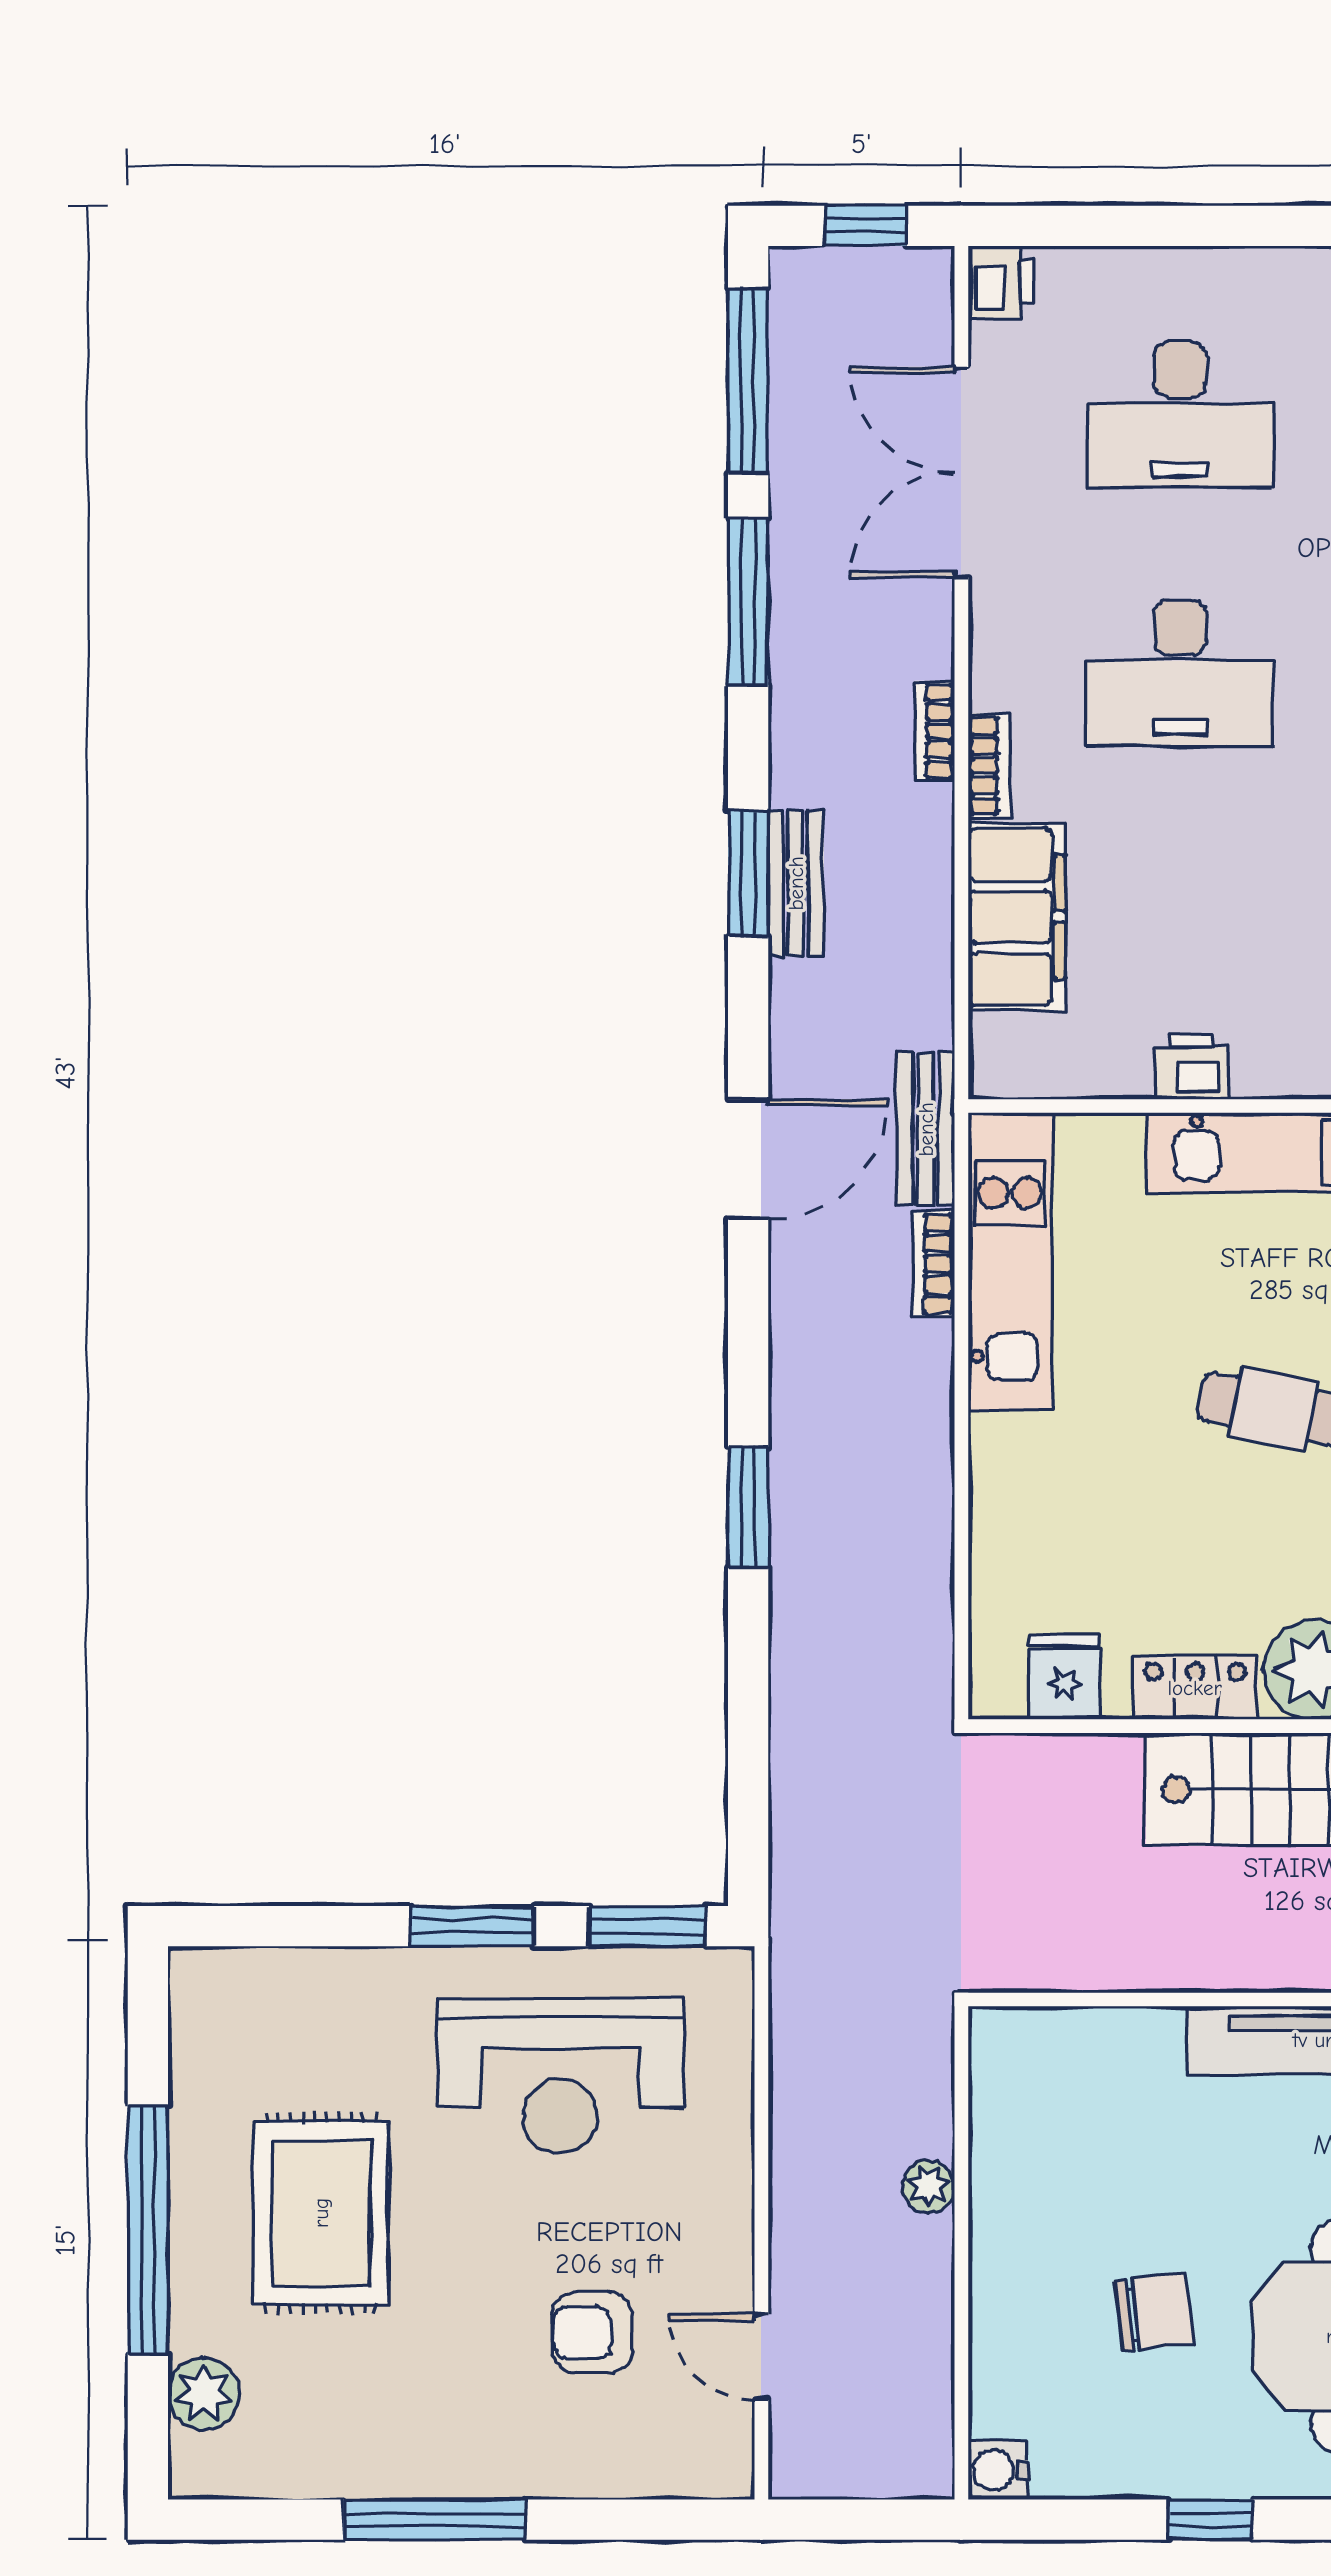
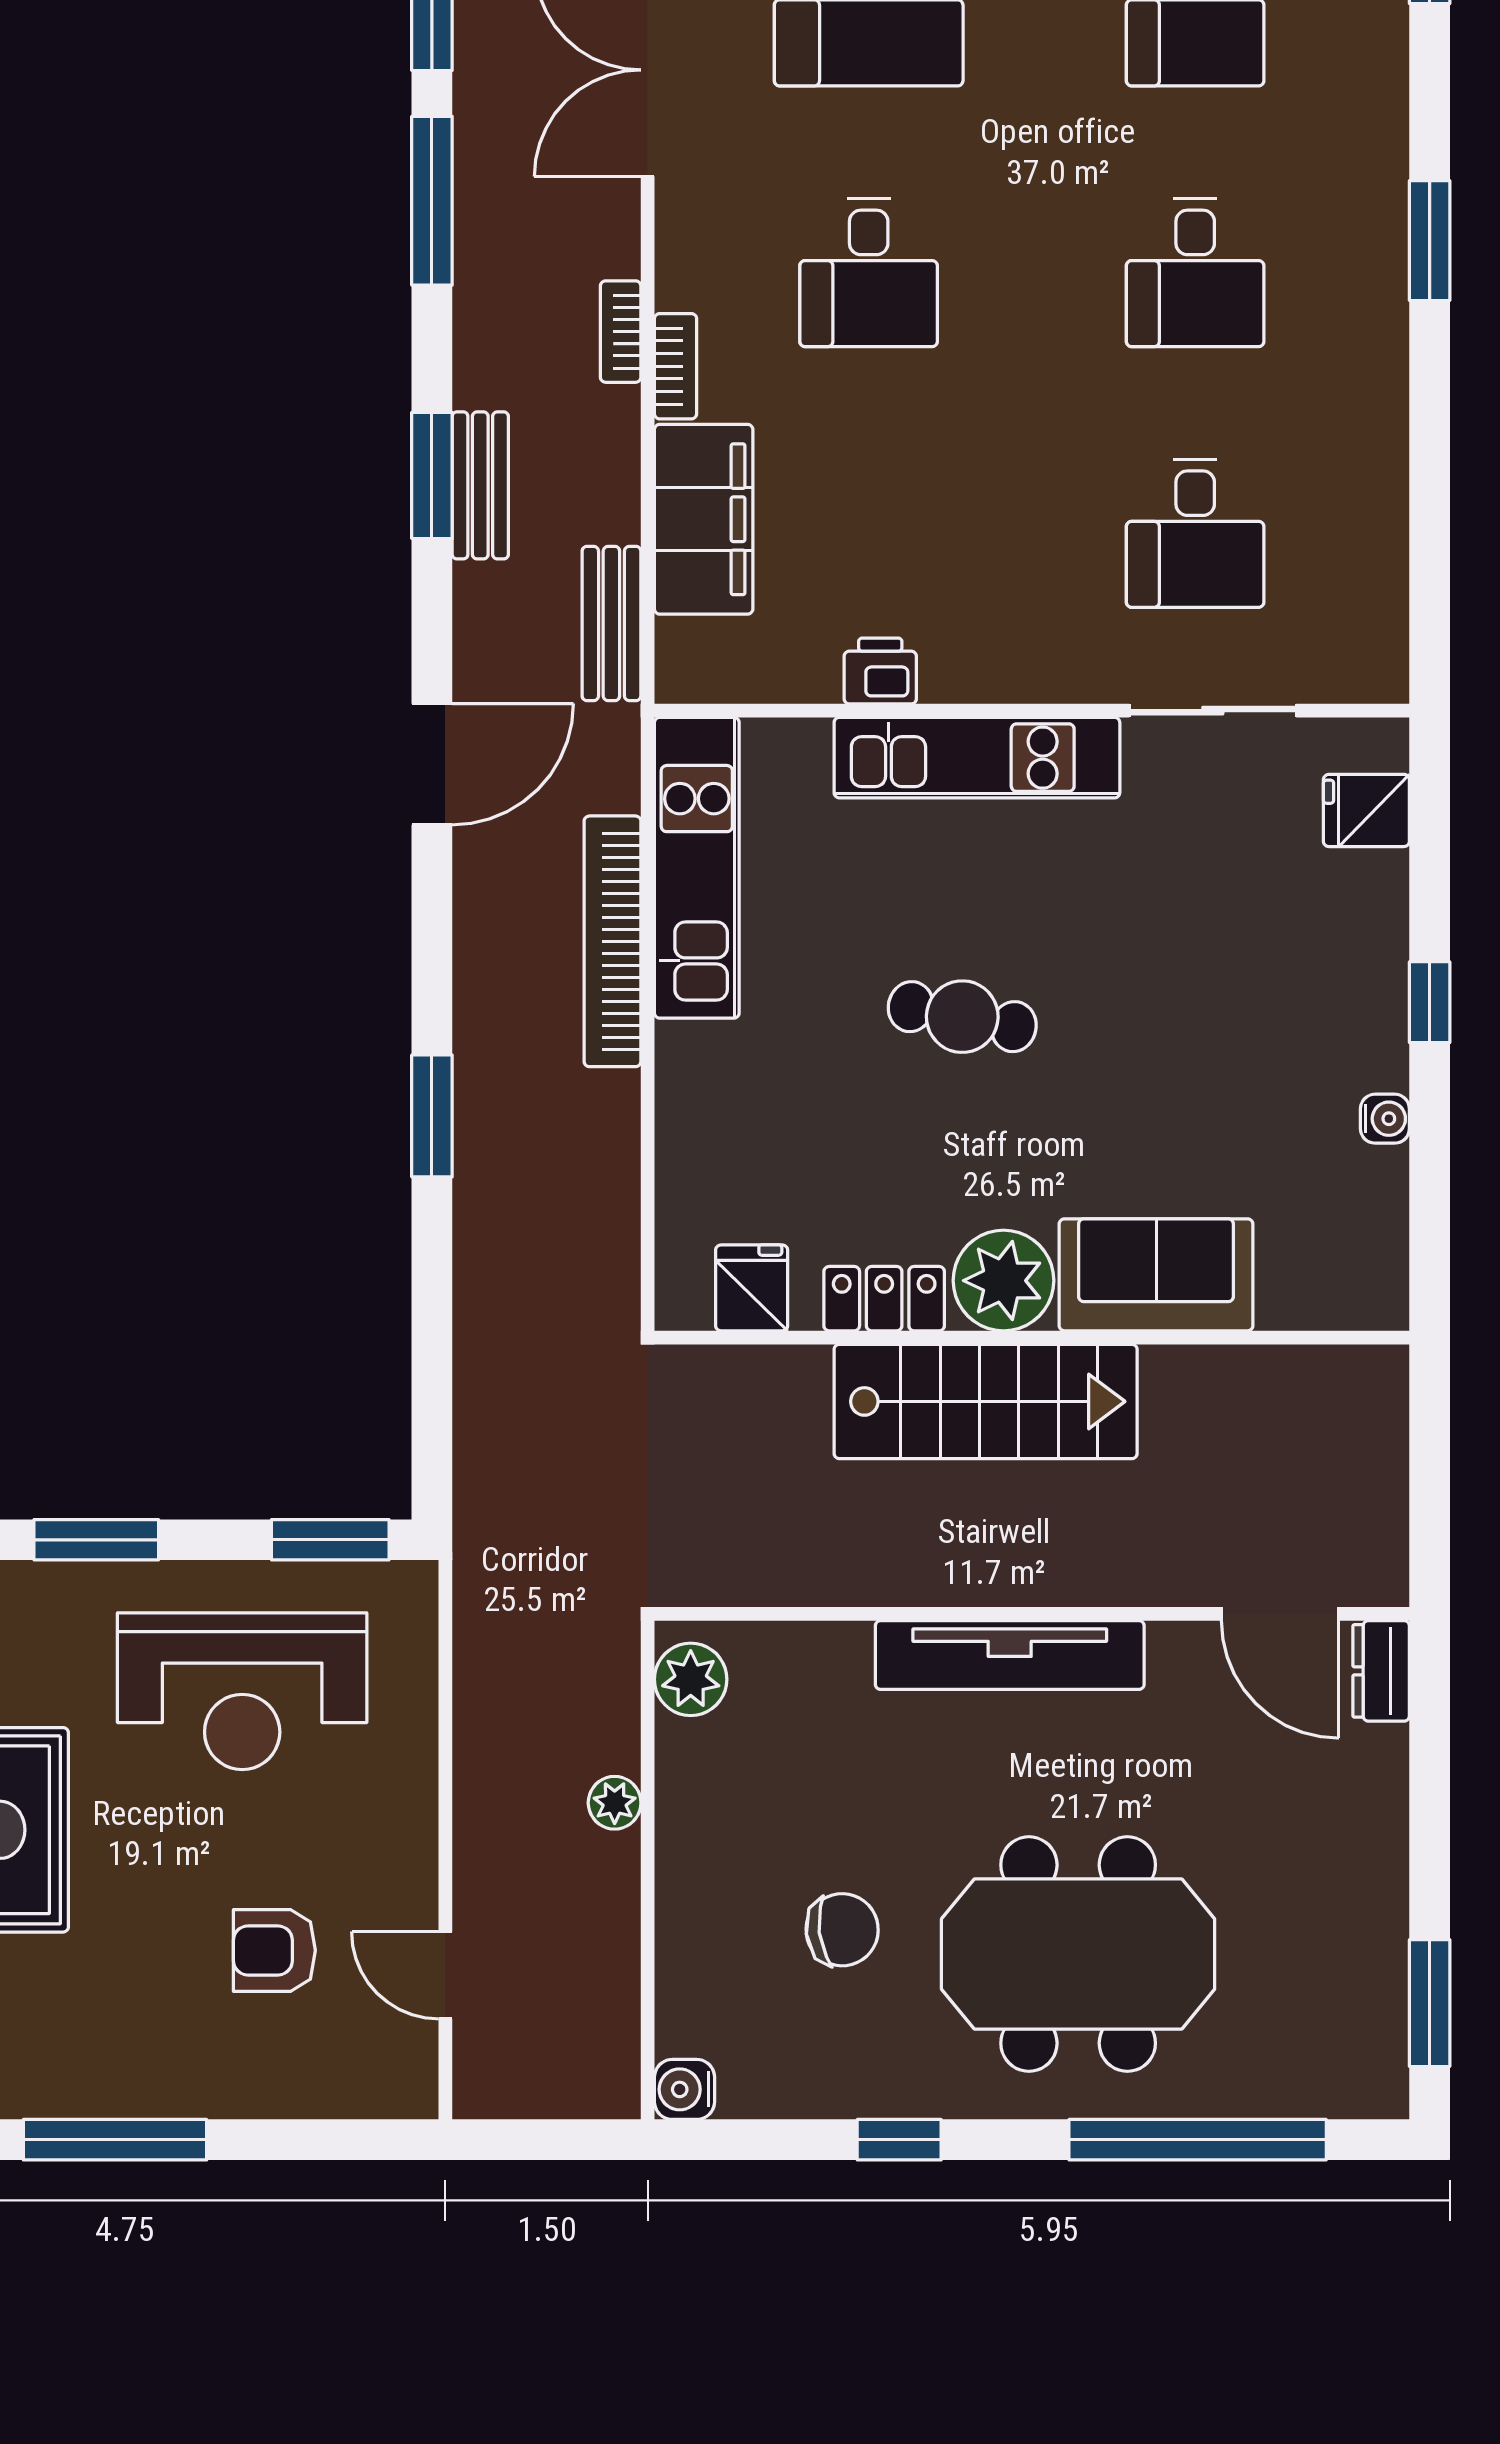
desk: (1180, 673) -> (869, 272), width x0.73
bench: (926, 1129) -> (611, 623), moved
bookcase: (933, 1264) -> (612, 941), width x2.31, depth x1.31
window: (472, 1926) -> (96, 1540), moved
plant: (1004, 2064) -> (691, 1679), added

